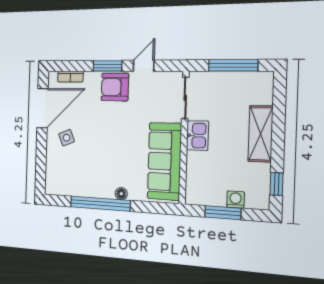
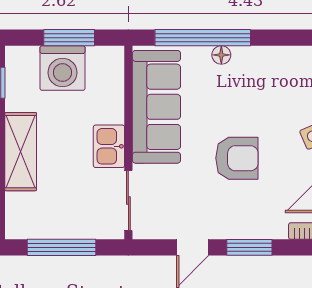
armchair: (115, 87) -> (237, 158), moved
washing machine: (236, 200) -> (63, 68), width x1.89, depth x1.89
window: (100, 204) -> (203, 38), moved

